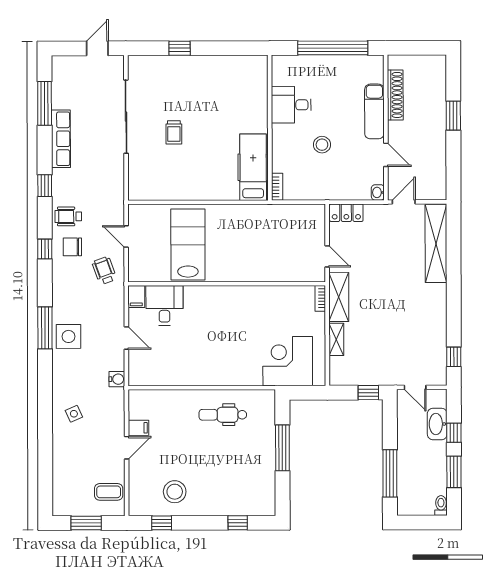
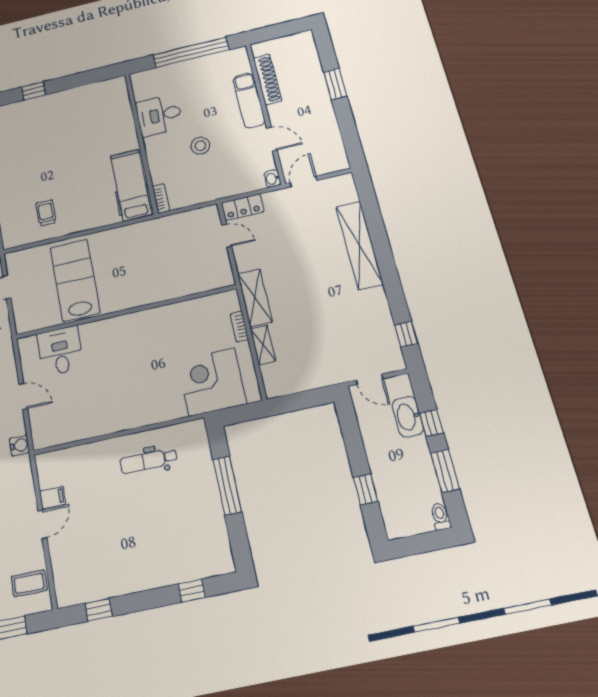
trolley: (174, 132) -> (46, 213), moved, turned 180
shelving: (436, 244) -> (359, 245), moved
door: (327, 256) -> (227, 236), moved
filing cabinet: (136, 297) -> (27, 348), removed
bookcase: (320, 298) -> (239, 327), moved
window: (368, 393) -> (315, 398), removed
window: (390, 473) -> (366, 489), width x0.46
stool: (175, 492) -> (108, 567), removed

